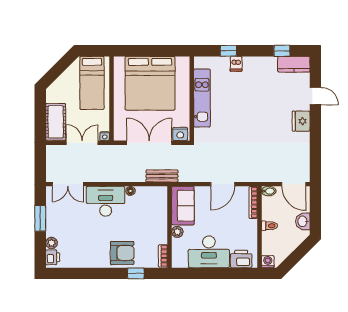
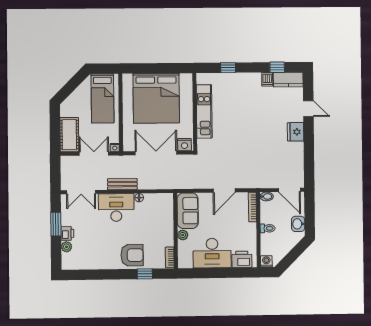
dishwasher: (236, 64) -> (267, 79), moved
bench: (162, 176) -> (122, 184), moved
printer: (53, 257) -> (67, 233), moved

